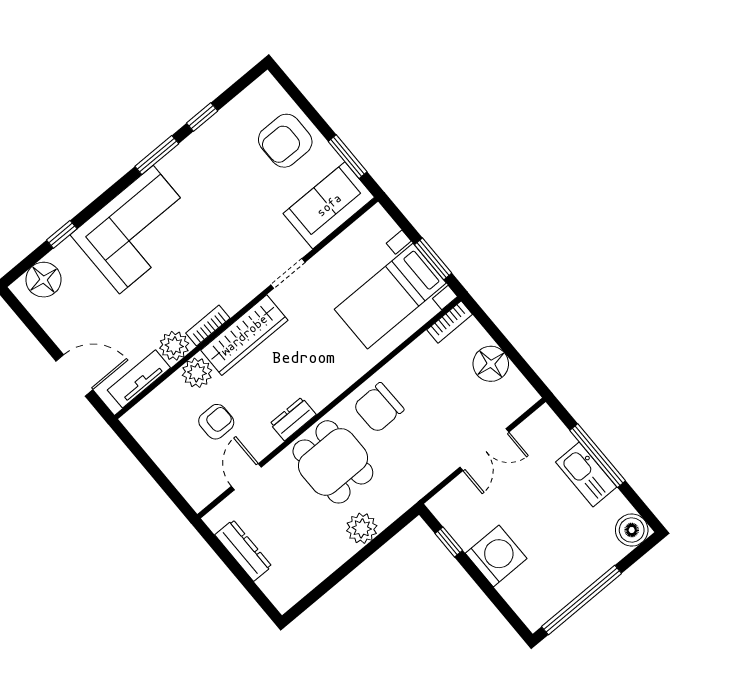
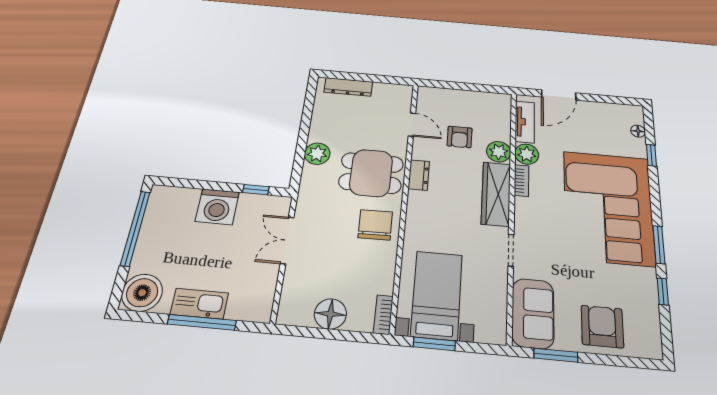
corner sofa: (136, 230) -> (608, 207), width x1.36, depth x1.36
floor lamp: (43, 280) -> (638, 131), width x0.53, depth x0.53
double door: (484, 450) -> (287, 240), moved
boiler: (632, 530) -> (142, 293), width x1.37, depth x1.37
dresser: (243, 551) -> (348, 87), moved

